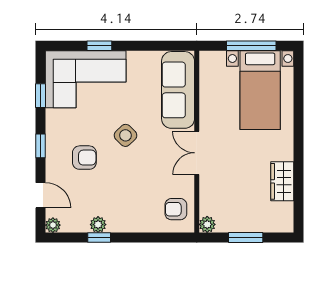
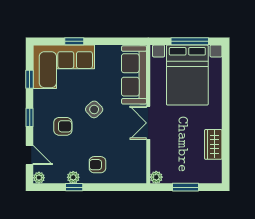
bed with nightstands: (260, 90) -> (187, 75), width x1.36
armchair: (176, 209) -> (97, 165), moved

